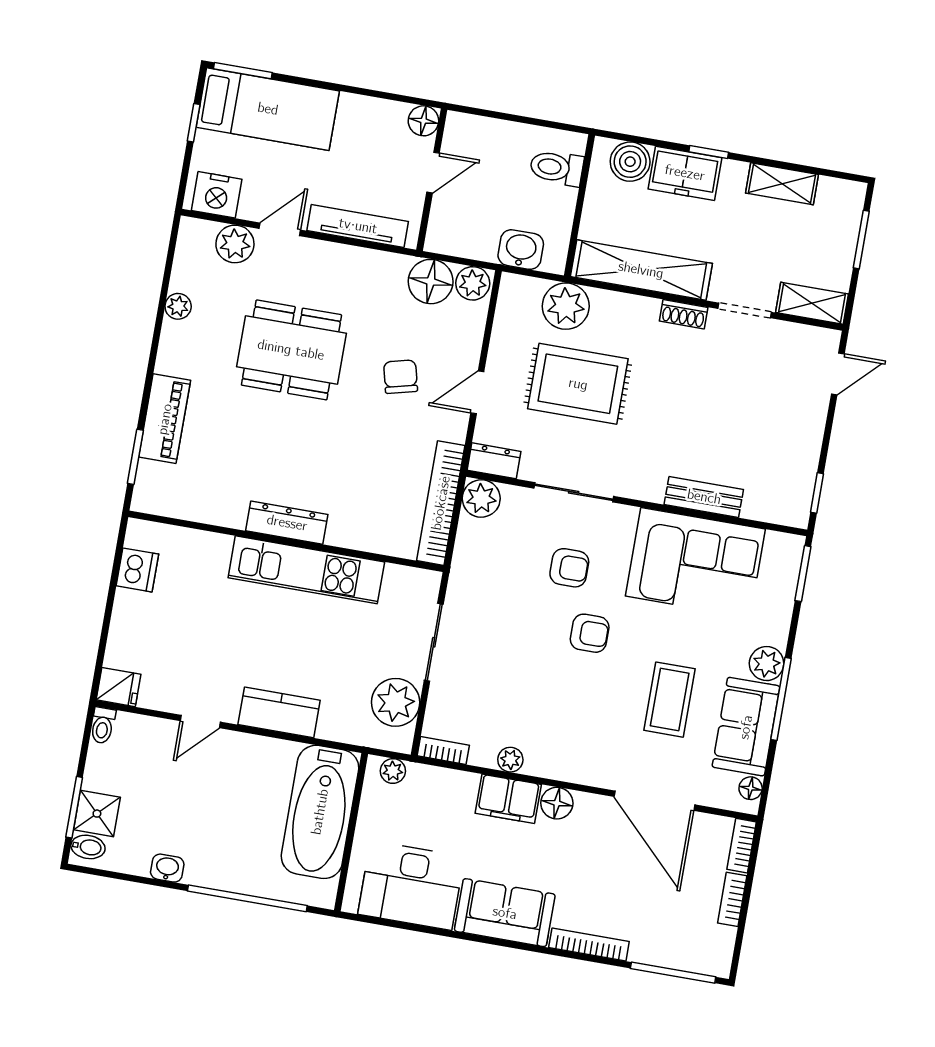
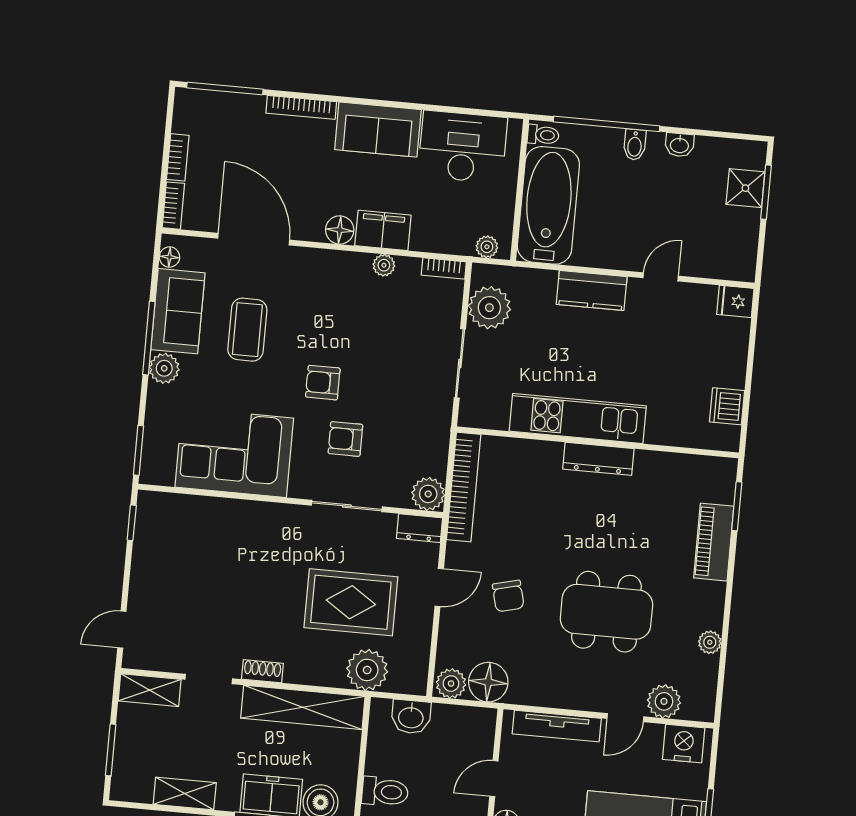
bench: (704, 497) -> (232, 511), removed
toilet: (103, 725) -> (543, 135), moved, turned 90
bidet: (88, 847) -> (635, 145), moved, turned -90

